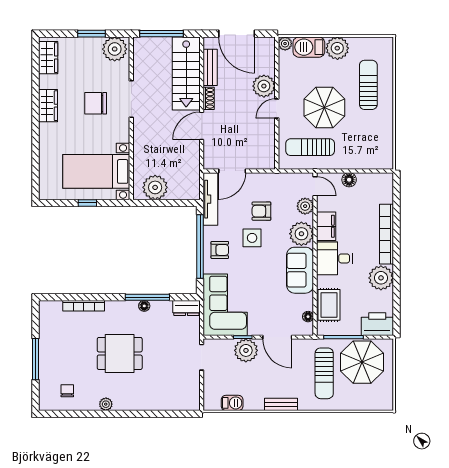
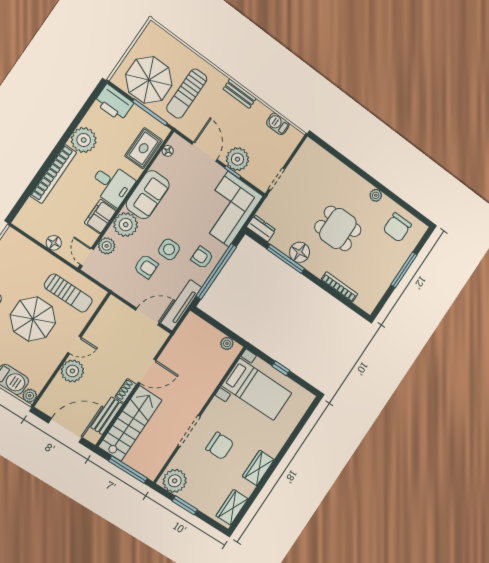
door: (237, 34) -> (65, 430), hinge flipped
plant: (155, 187) -> (227, 343), width x0.53, depth x0.53
floor lamp: (144, 306) -> (300, 252), width x1.89, depth x1.89
sun lounger: (324, 373) -> (187, 94), turned 180
chair: (67, 391) -> (397, 227), width x1.87, depth x1.87

